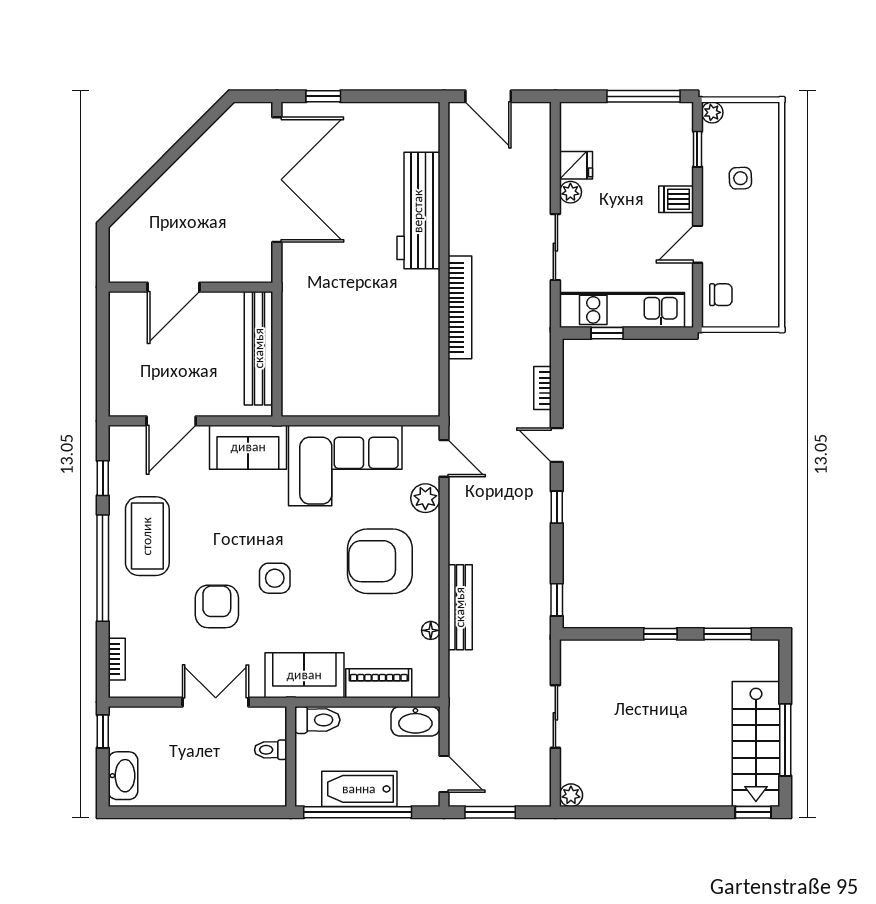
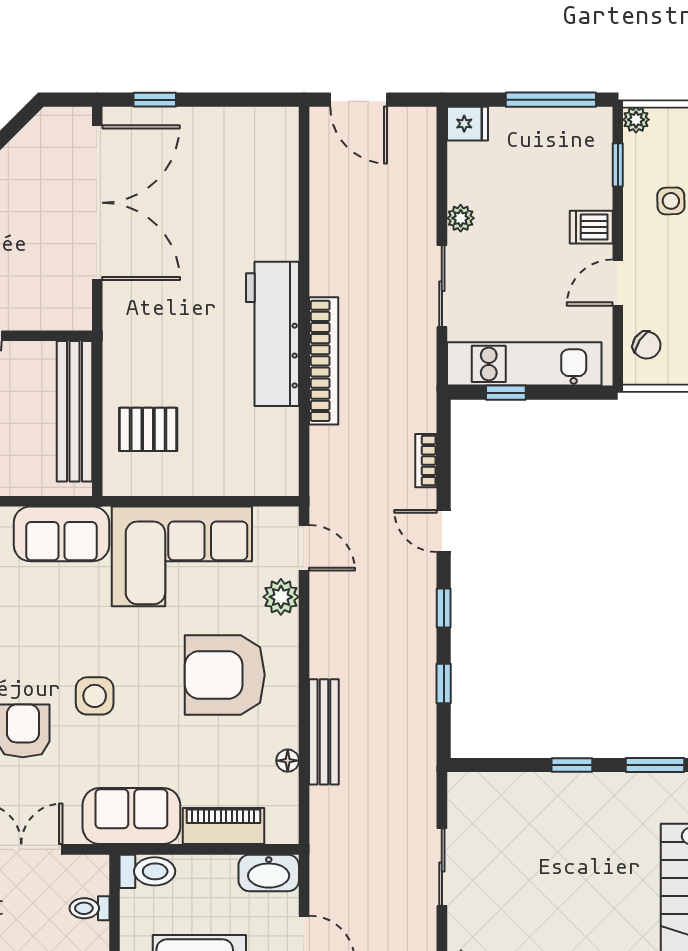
fridge: (576, 165) -> (467, 124), moved
workbench: (418, 211) -> (272, 334), moved
chair: (721, 295) -> (647, 345), turned 34
pallet: (318, 363) -> (148, 429), added
window: (557, 600) -> (444, 684), moved

